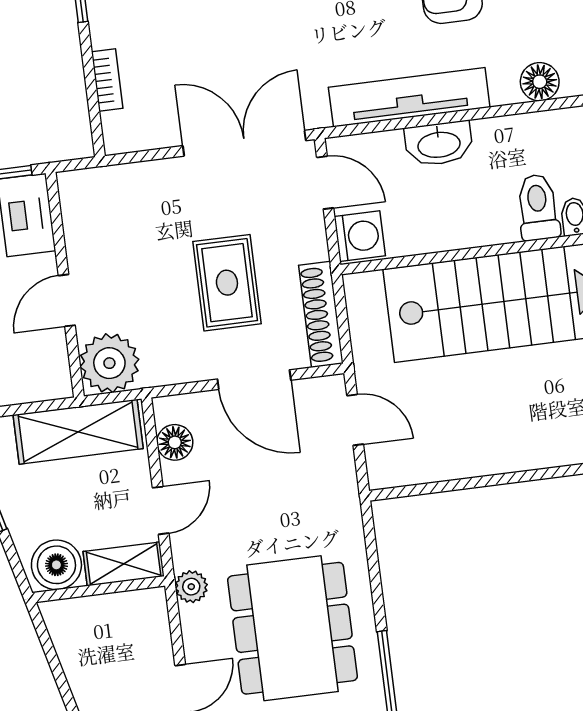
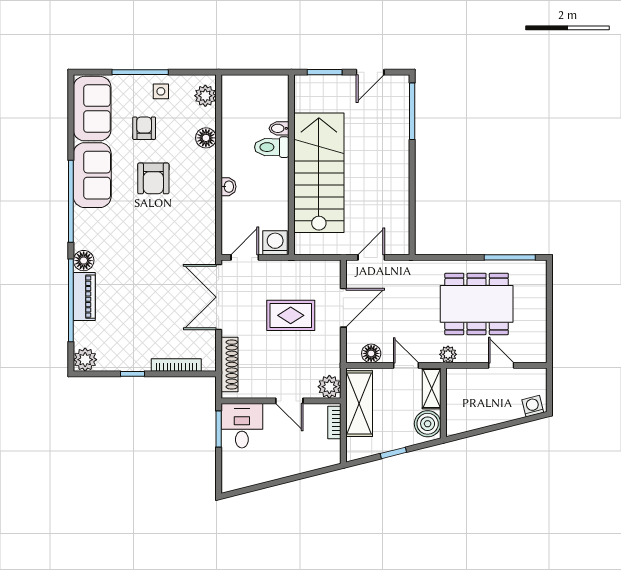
bookcase: (107, 80) -> (176, 365), width x1.56
tv unit: (409, 97) -> (205, 207), removed
washbasin: (439, 144) -> (228, 187), width x0.52, depth x0.69
shoe rack: (321, 314) -> (230, 365), moved, turned -90
plant: (109, 363) -> (329, 387), width x0.73, depth x0.73
bookcase: (37, 390) -> (334, 423), added

